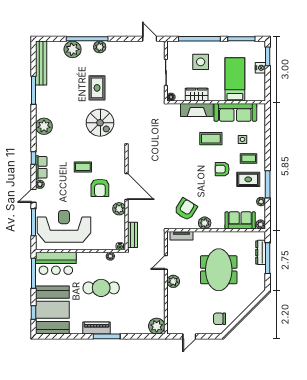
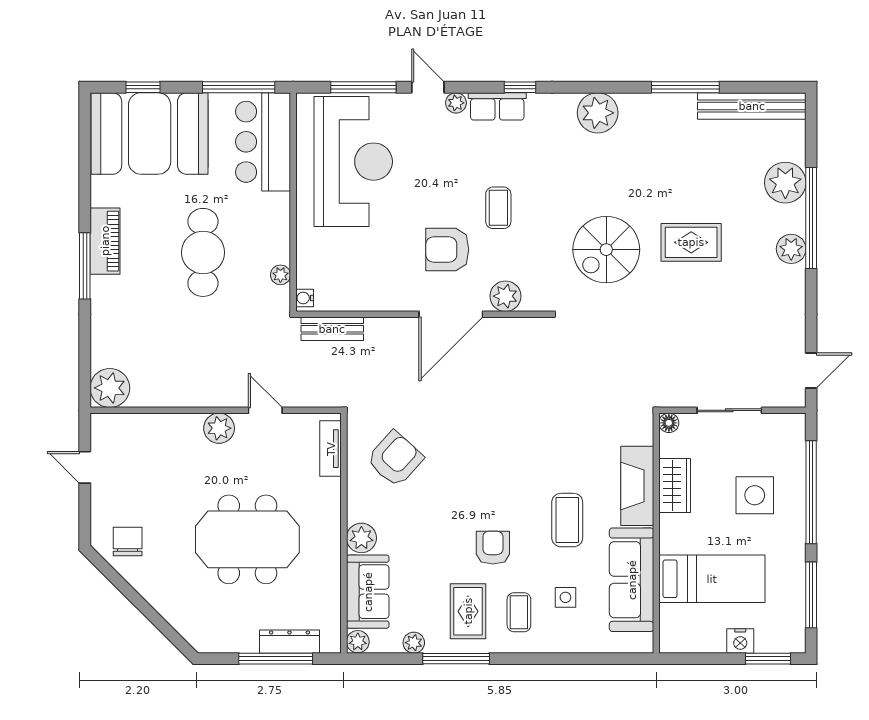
plant: (119, 209) -> (505, 296), moved
armchair: (186, 209) -> (395, 459), turned -80
plant: (205, 223) -> (361, 538), moved

